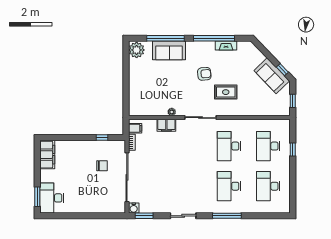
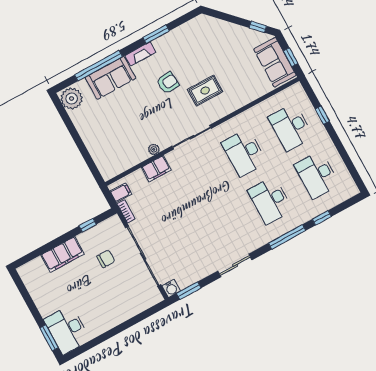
window: (214, 38) -> (156, 34), width x0.47
fireplace: (226, 45) -> (140, 54), moved
sofa: (272, 76) -> (275, 62), moved, turned 44
filing cabinet: (47, 155) -> (62, 255), moved, turned 90
window: (256, 216) -> (322, 218), added

